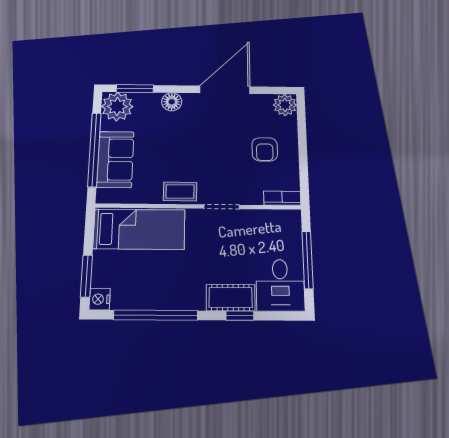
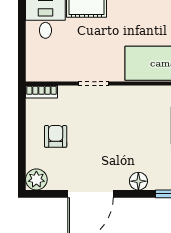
coffee table: (180, 191) -> (129, 97), removed
window: (308, 260) -> (22, 38), removed

